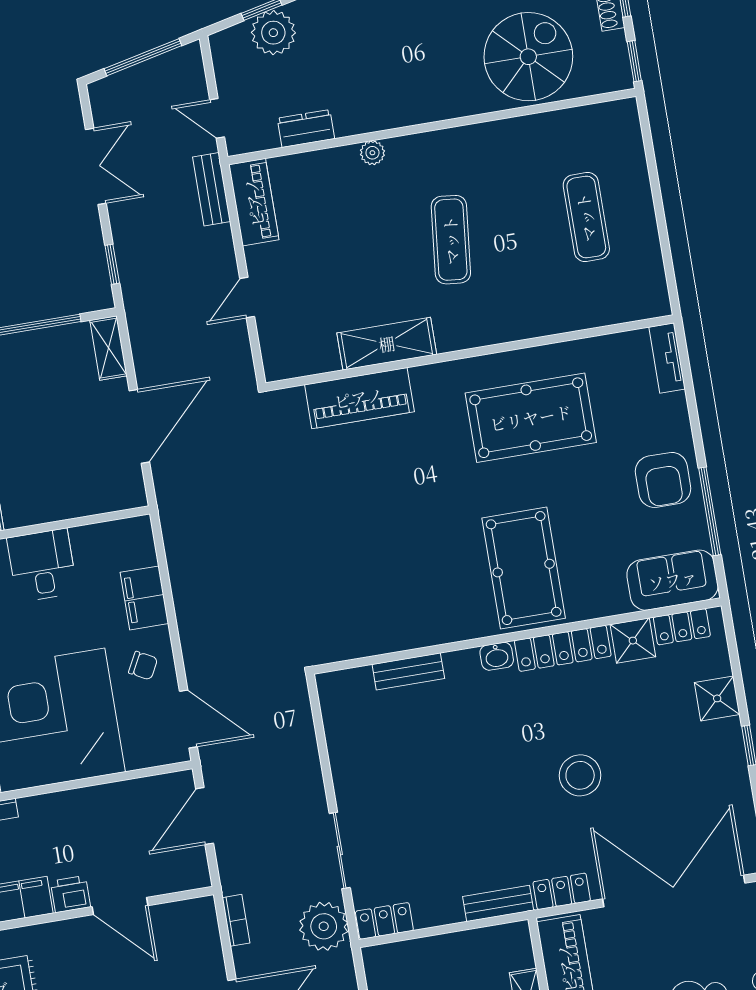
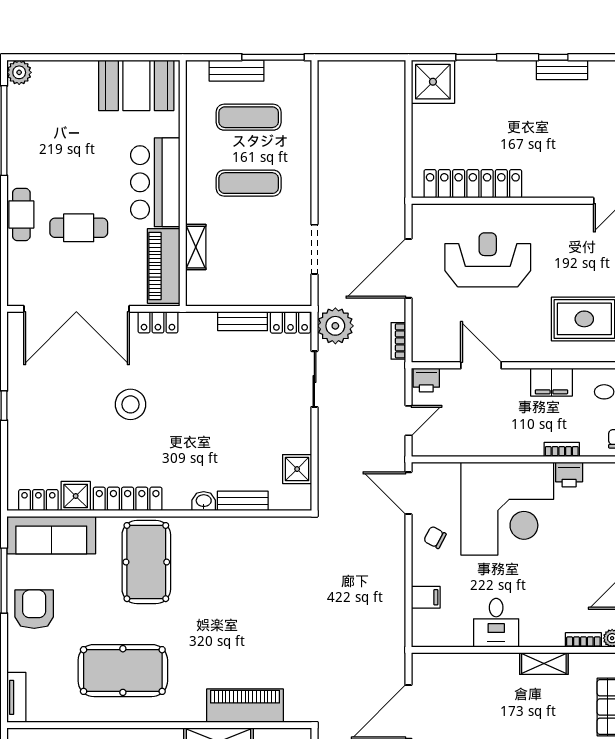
sofa: (673, 580) -> (51, 535), width x1.36
filing cabinet: (144, 598) -> (426, 597), width x0.50
washbasin: (497, 656) -> (204, 501), moved
shower: (717, 698) -> (297, 469), moved
door: (205, 816) -> (408, 421), width x0.73
printer: (70, 894) -> (426, 380), moved
bench: (498, 903) -> (243, 321), moved

